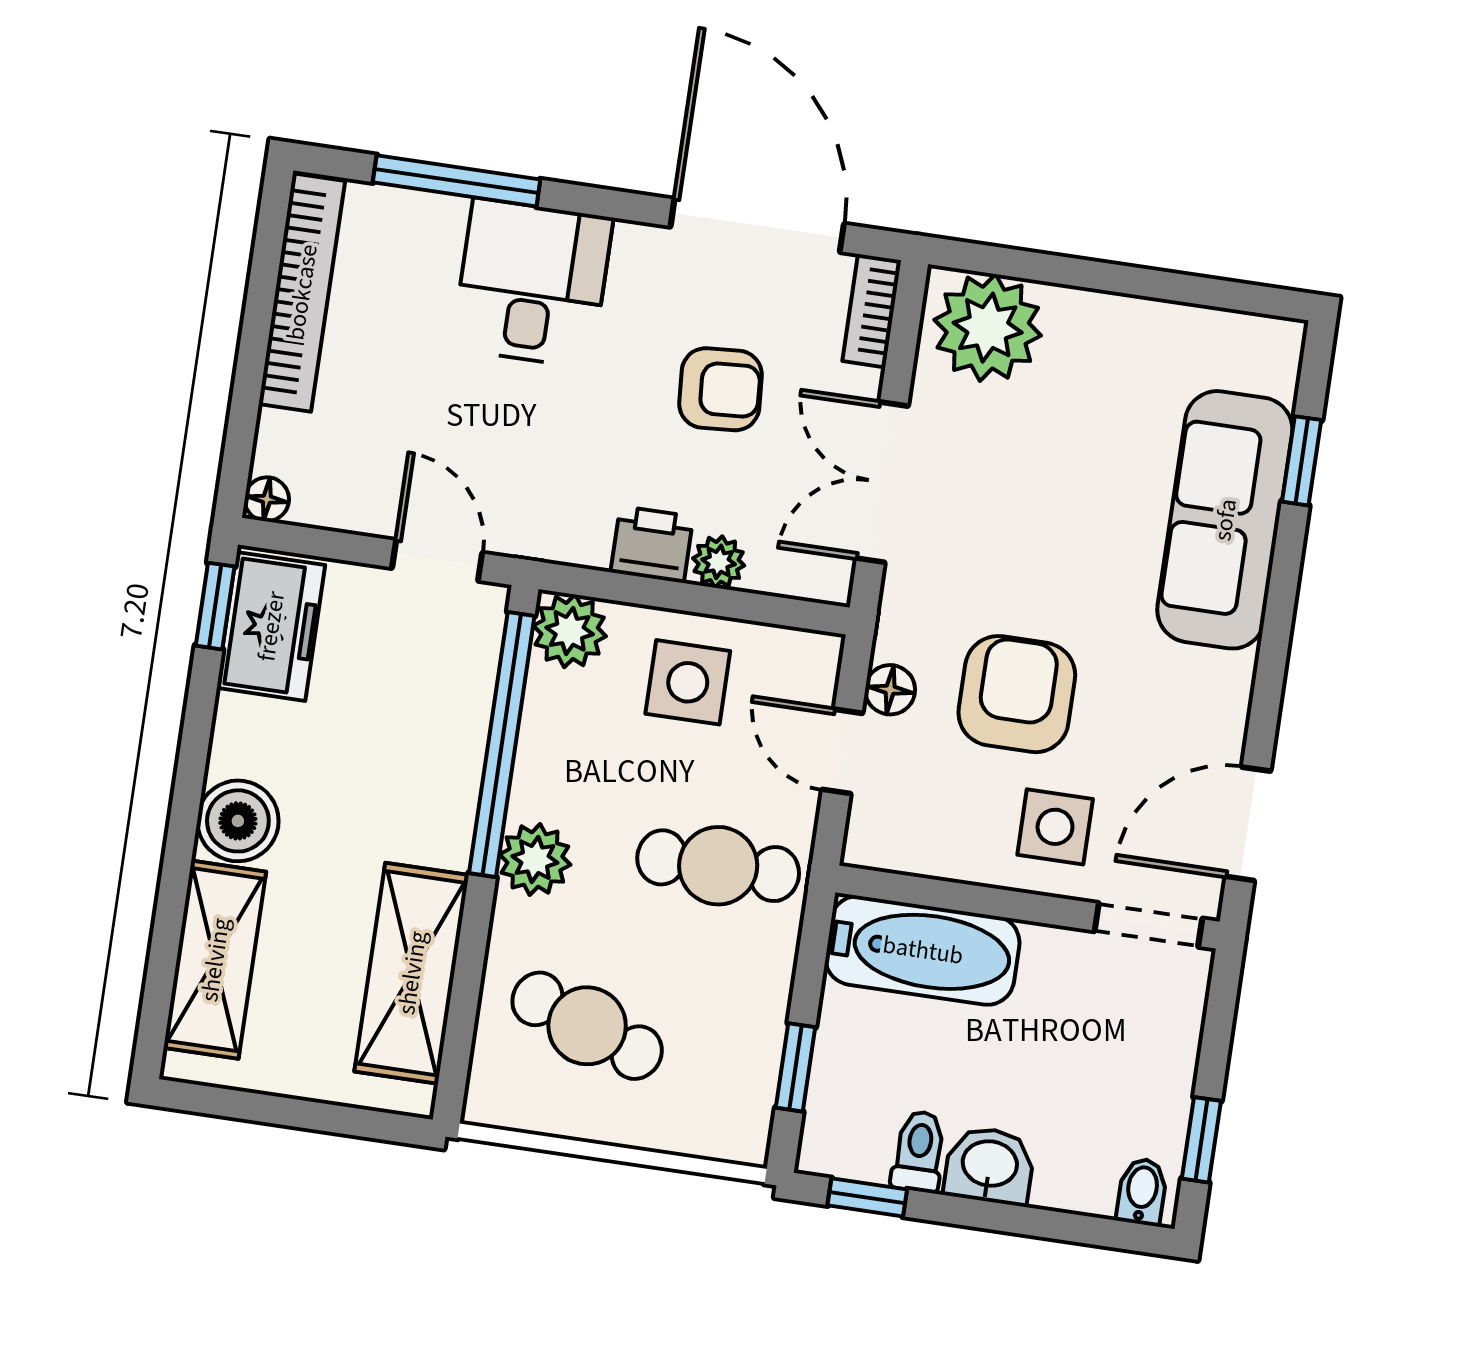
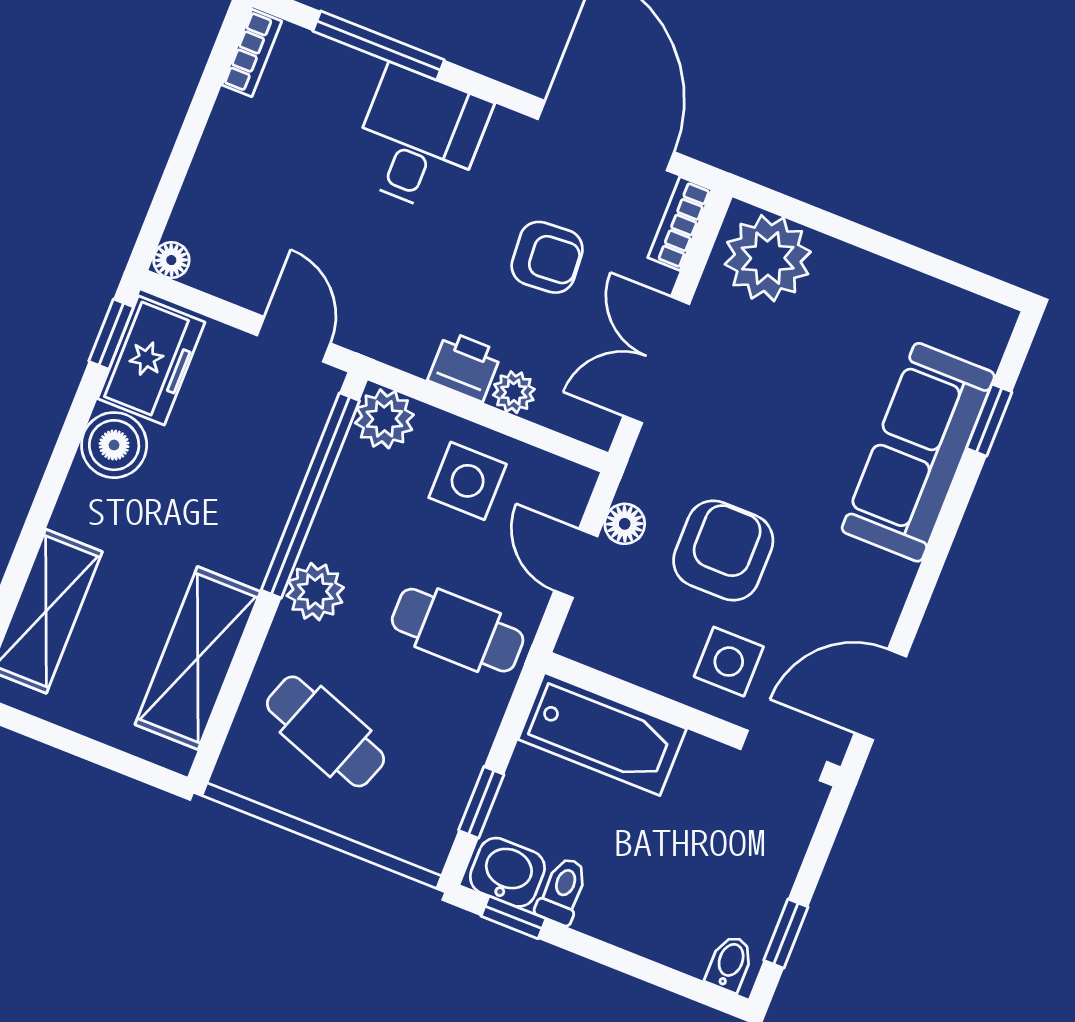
bookcase: (302, 292) -> (252, 53), width x0.43, depth x0.76
boiler: (238, 821) -> (114, 445), moved
washbasin: (990, 1166) -> (507, 872), moved

